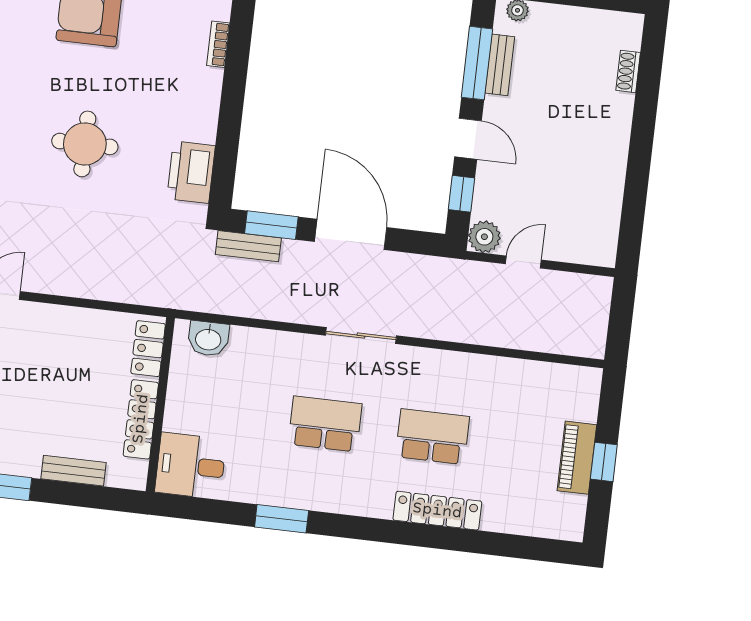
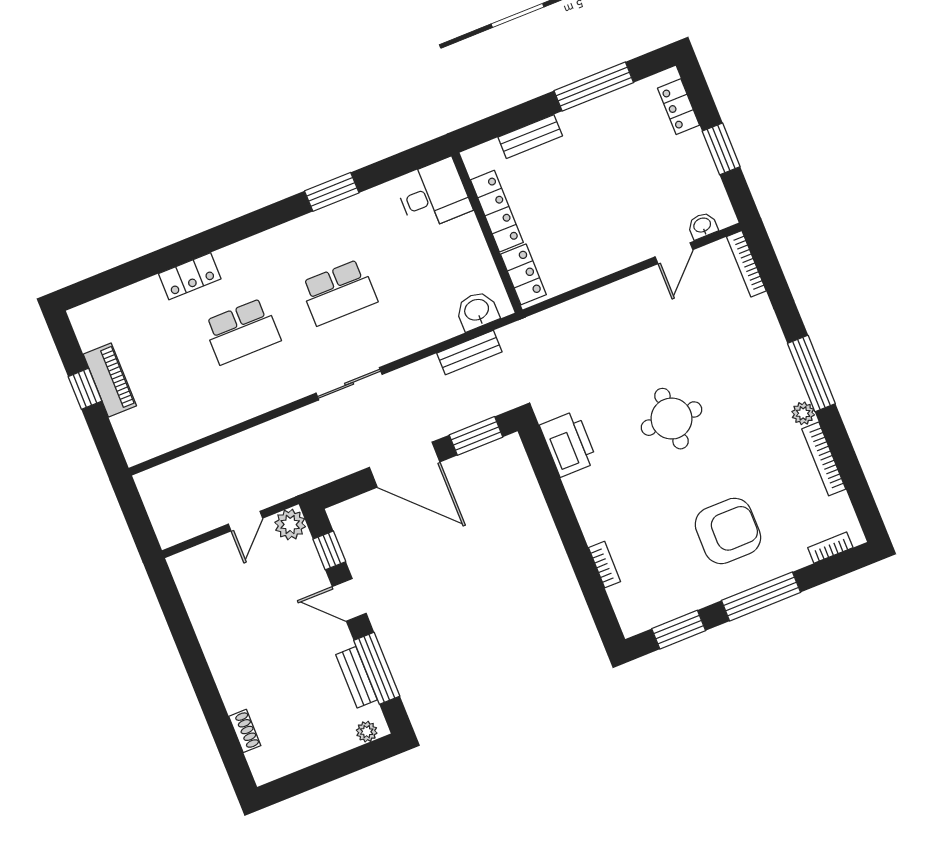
bench: (248, 246) -> (469, 353), moved
locker: (437, 511) -> (190, 276), width x0.66

